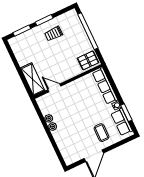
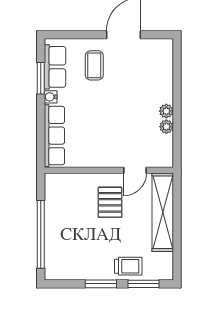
trolley: (54, 34) -> (128, 266), moved
pallet: (88, 60) -> (110, 202), moved, turned 90
shelving: (33, 79) -> (163, 212), width x1.47
door: (54, 88) -> (135, 170), hinge flipped

